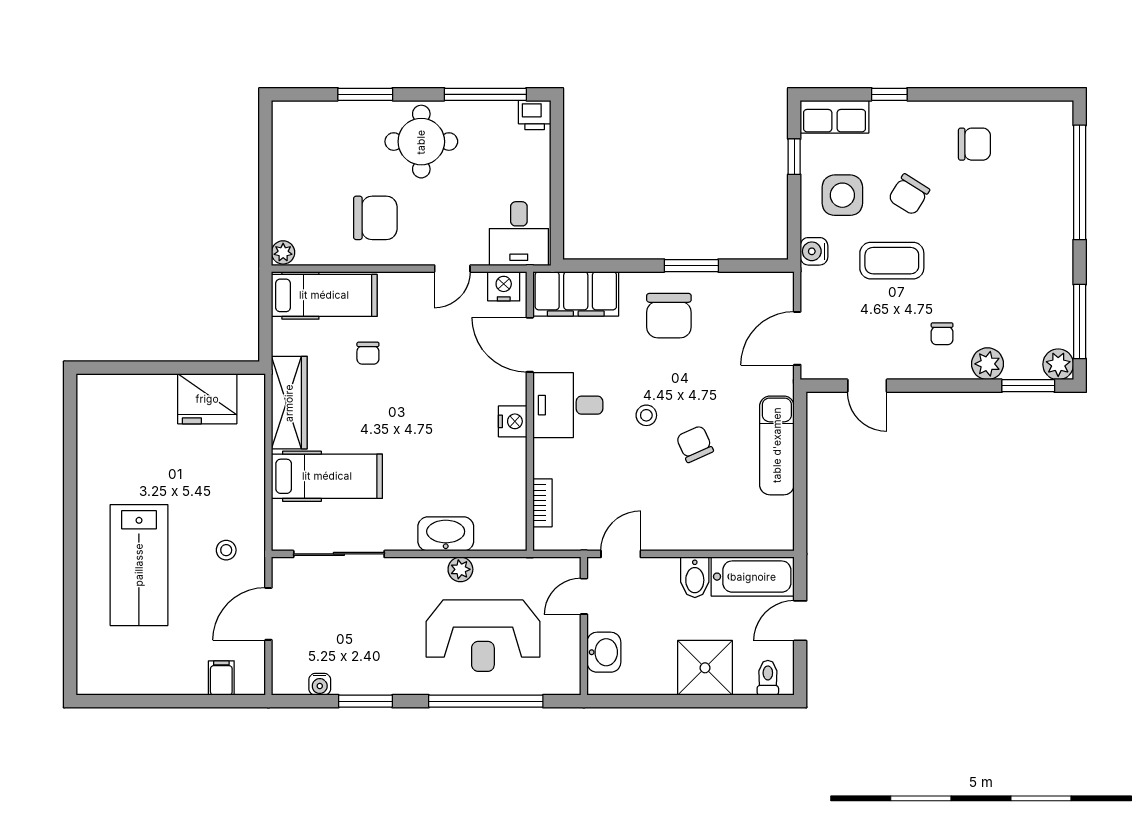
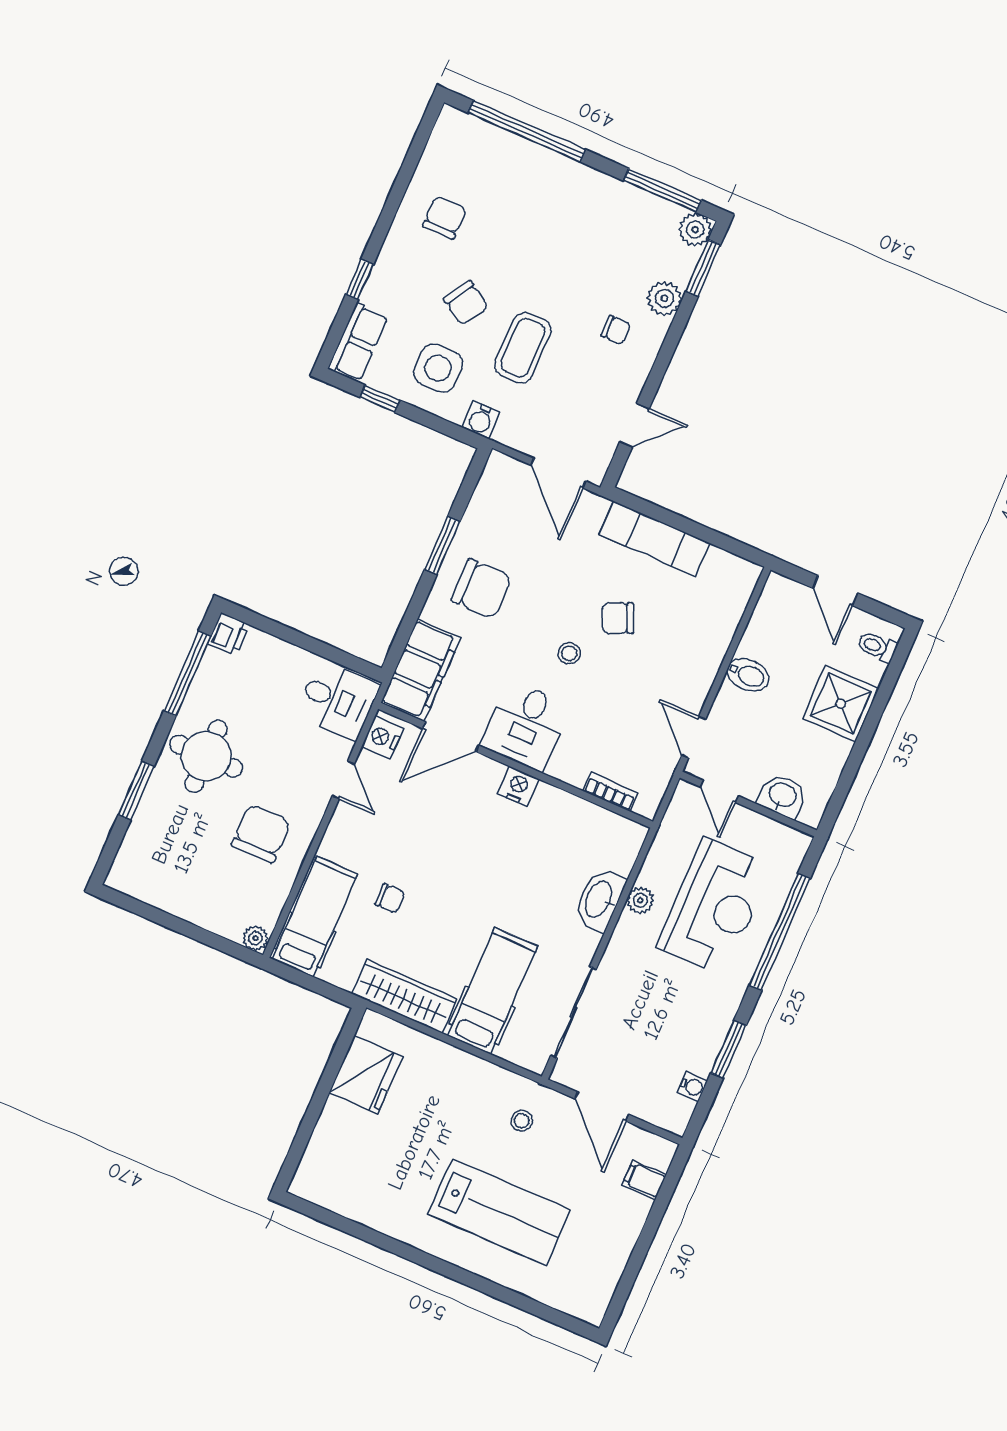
bathtub: (753, 577) -> (772, 618), removed

